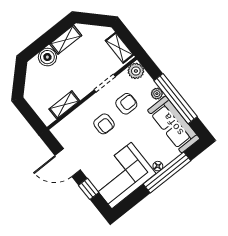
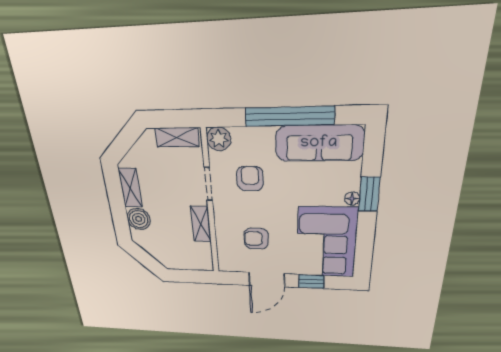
plant: (157, 94) -> (265, 135), removed
shelving: (64, 105) -> (201, 224), moved
armchair: (104, 124) -> (256, 239), moved, turned 180
window: (167, 172) -> (369, 194), width x0.47

